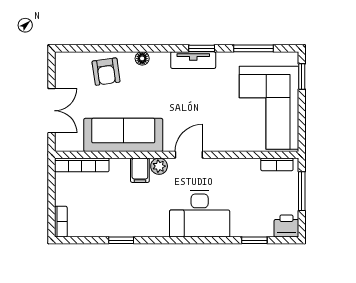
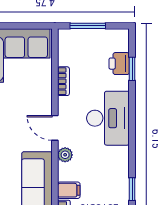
bookcase: (277, 164) -> (63, 81), moved
filing cabinet: (140, 170) -> (69, 190), moved
printer: (286, 226) -> (119, 64), moved

